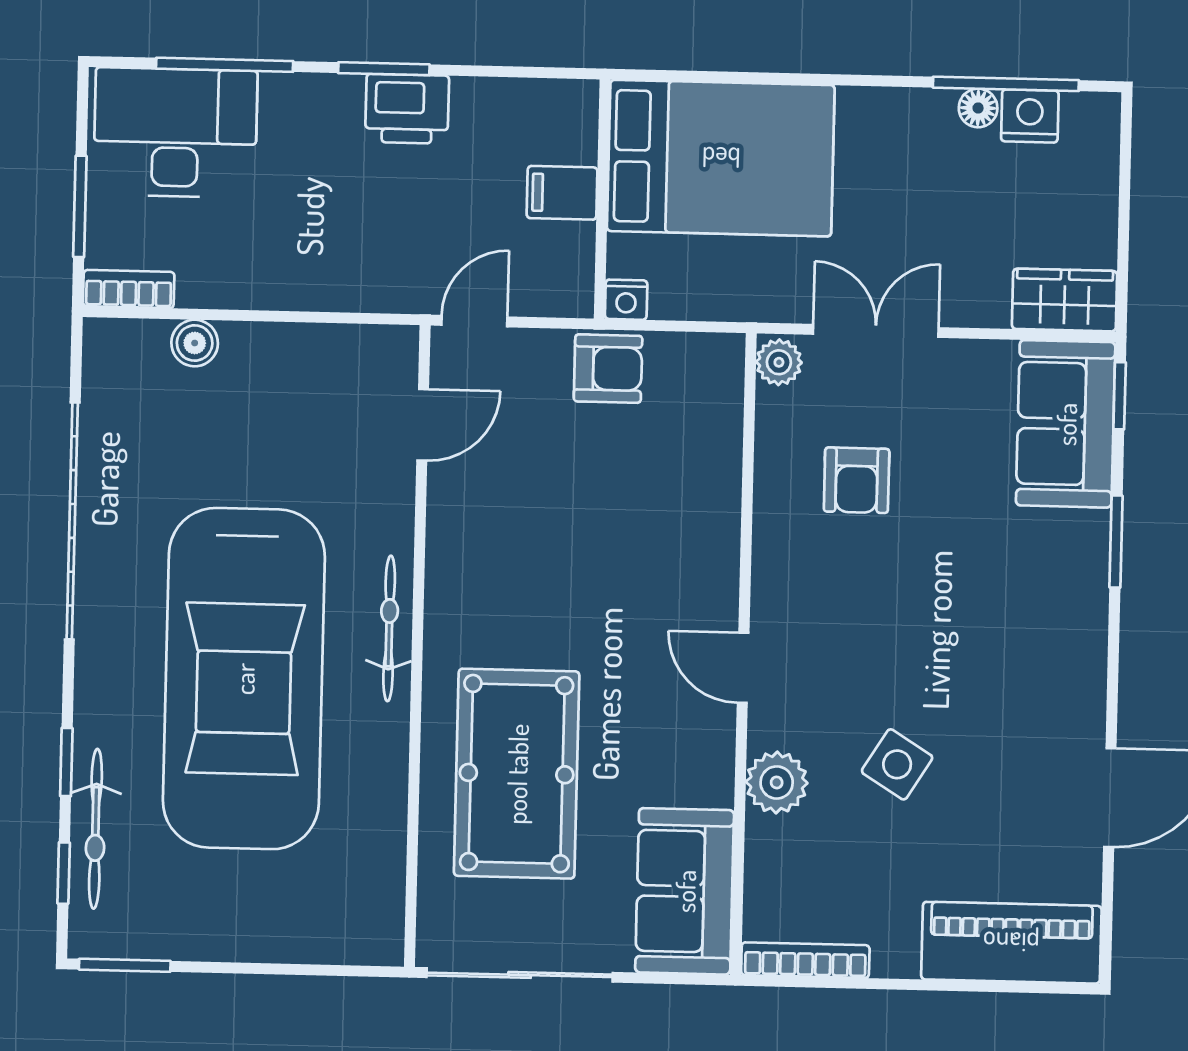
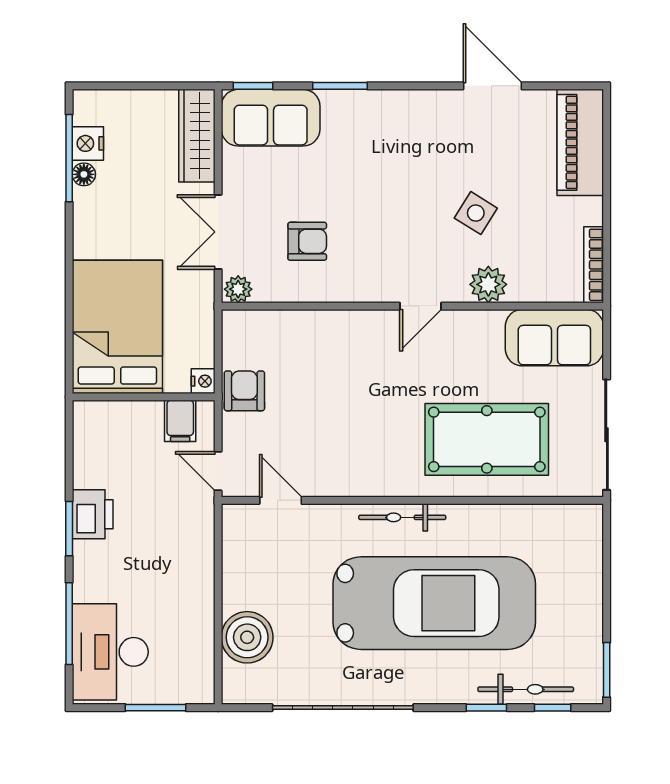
filing cabinet: (562, 193) -> (180, 421), moved
bookcase: (129, 289) -> (204, 677), removed
wardrobe: (1064, 300) -> (197, 136), width x1.50
boiler: (195, 343) -> (247, 637), width x1.86, depth x1.86

